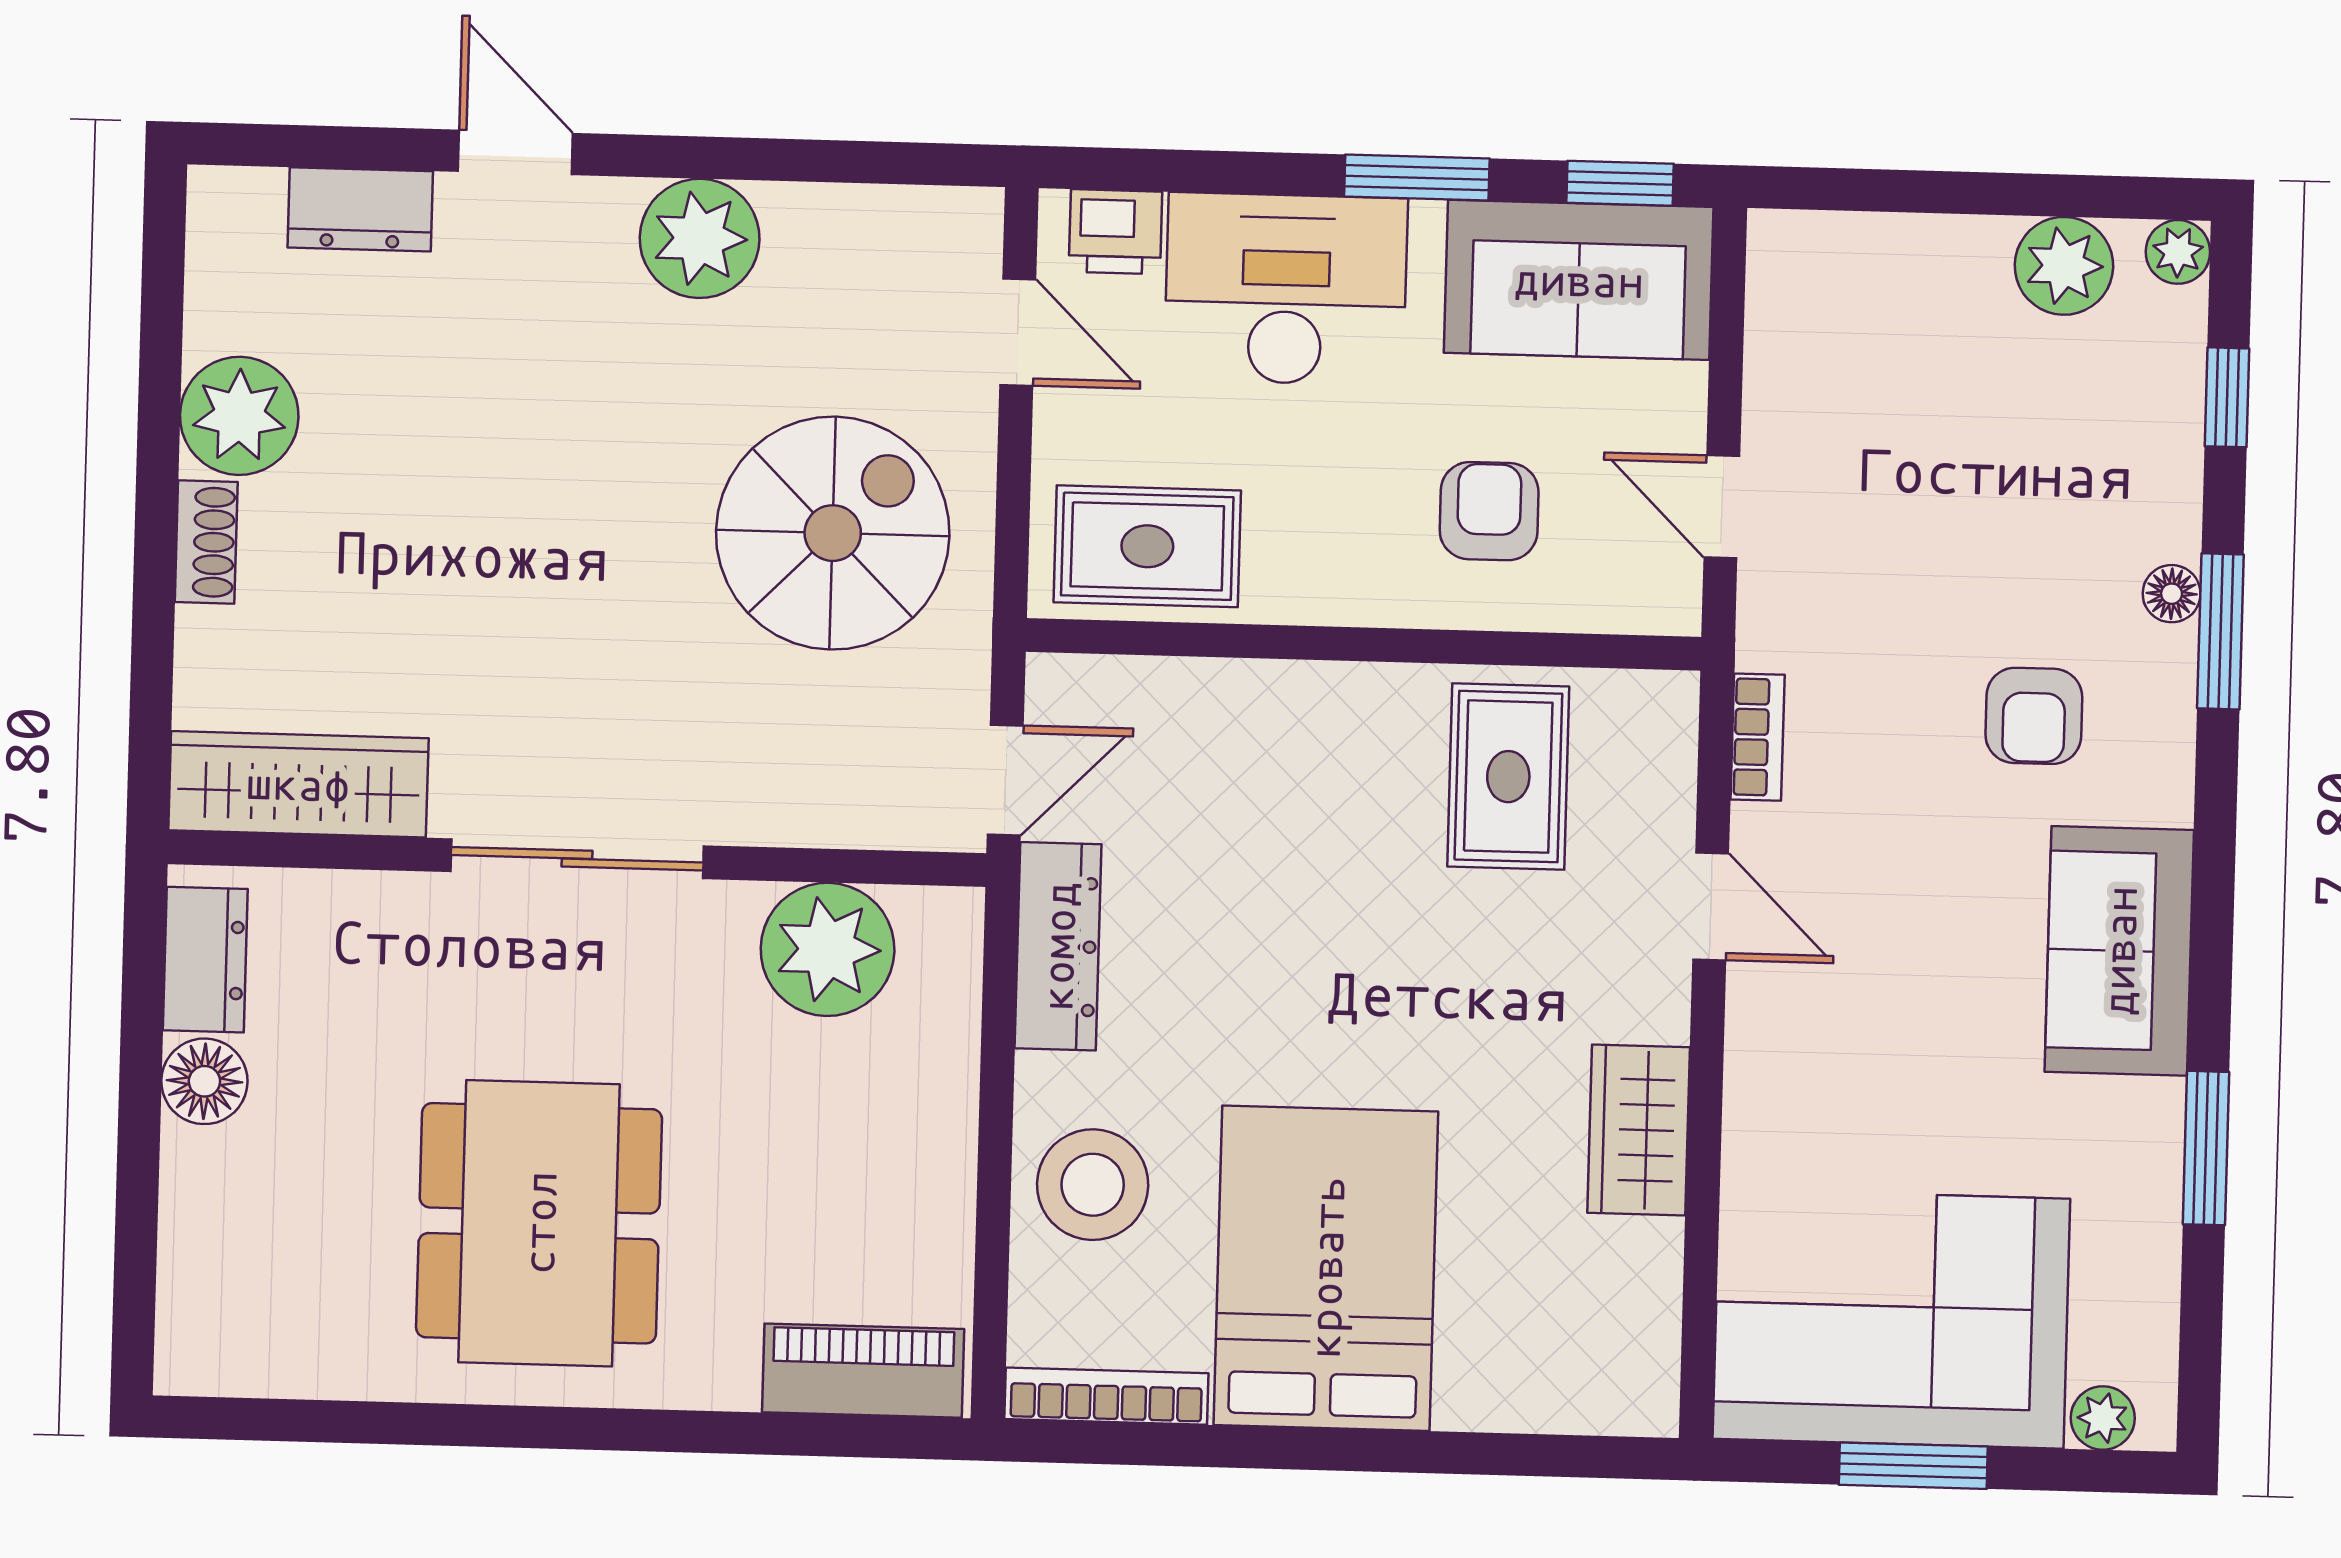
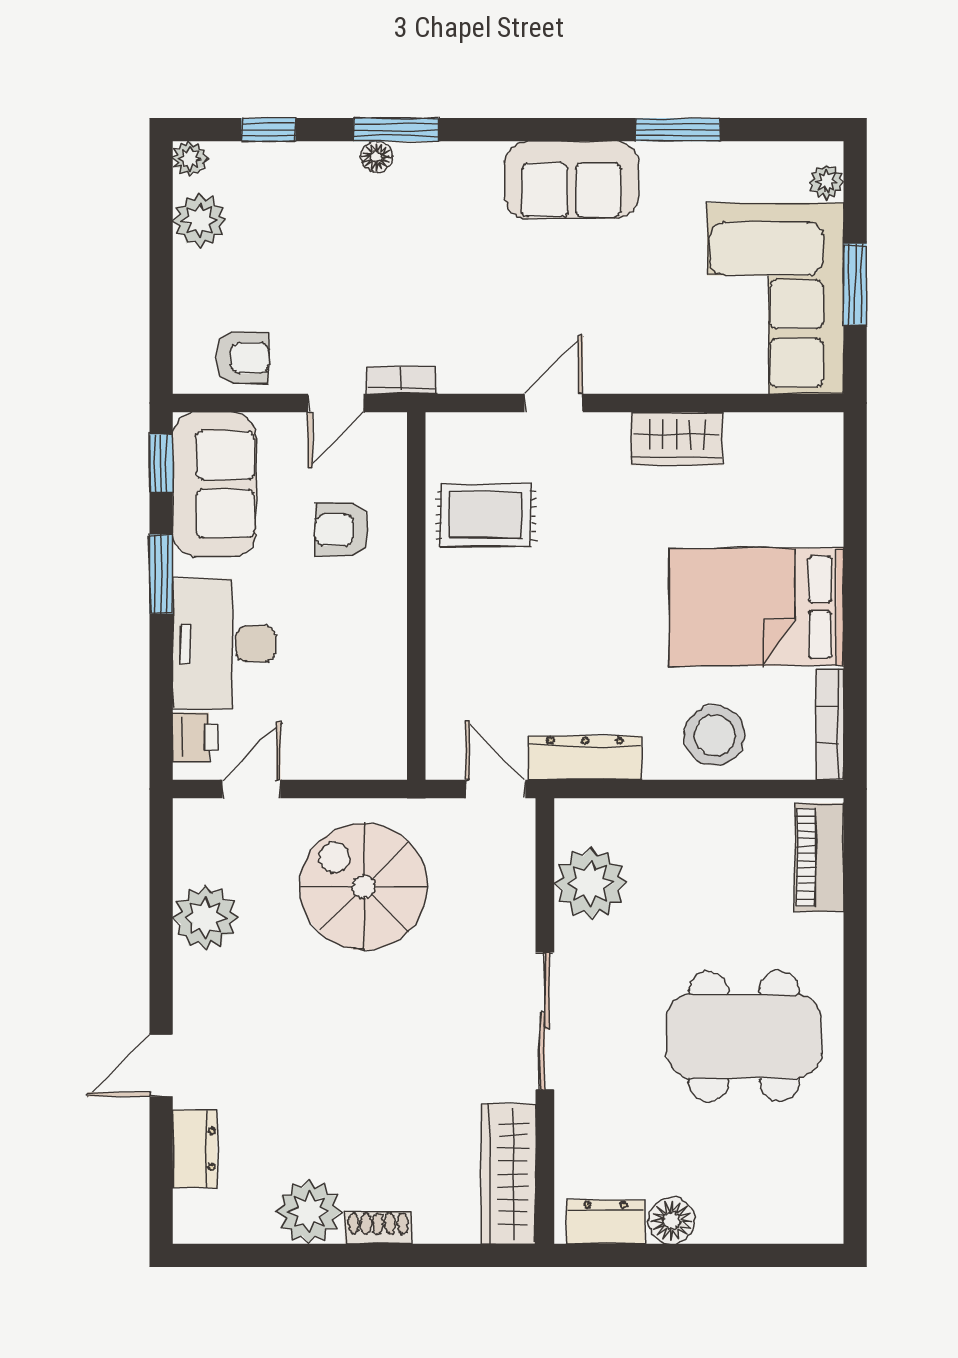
plant: (700, 238) -> (205, 918), moved
rug: (1147, 546) -> (366, 715), removed
armchair: (2034, 716) -> (243, 358), moved
bookcase: (1758, 737) -> (401, 380), moved

